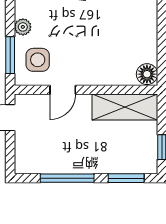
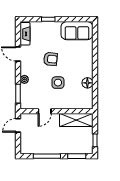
side table: (38, 60) -> (58, 83), moved
floor lamp: (147, 74) -> (87, 83), moved

